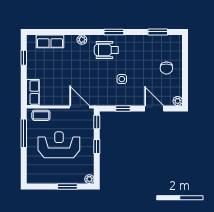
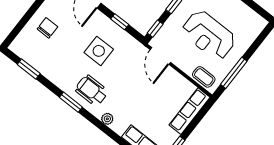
wheelchair: (106, 50) -> (92, 90), turned 180
side table: (122, 79) -> (99, 51), width x1.87, depth x1.87
row of seats: (33, 92) -> (189, 111), width x1.48

